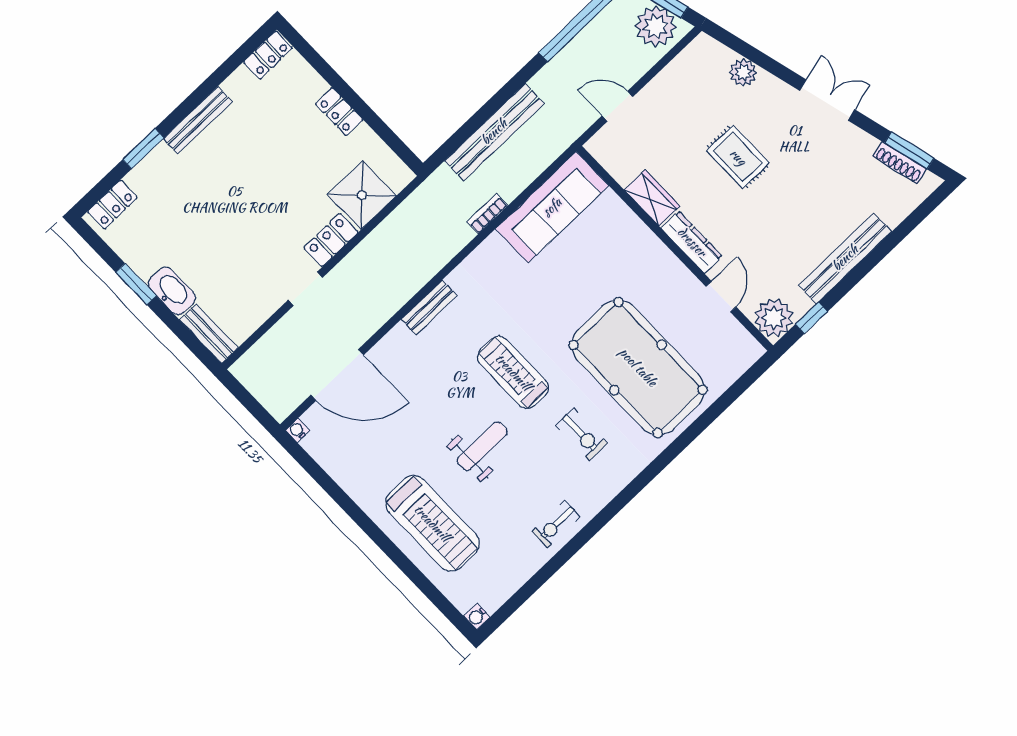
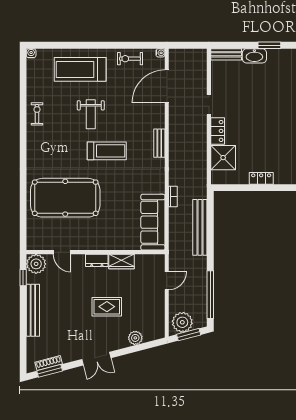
dresser: (692, 242) -> (97, 260), width x0.70
exercise bike: (581, 434) -> (130, 59), moved

